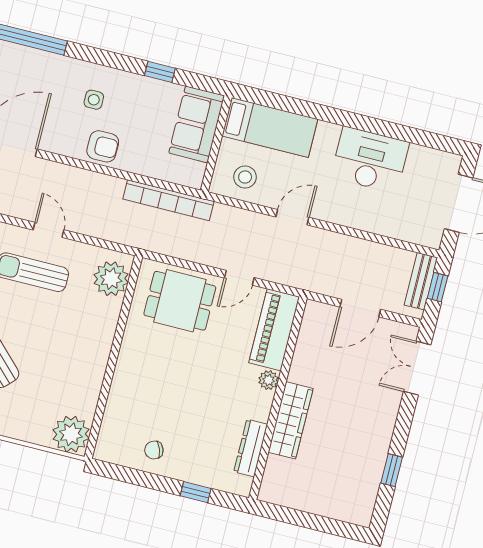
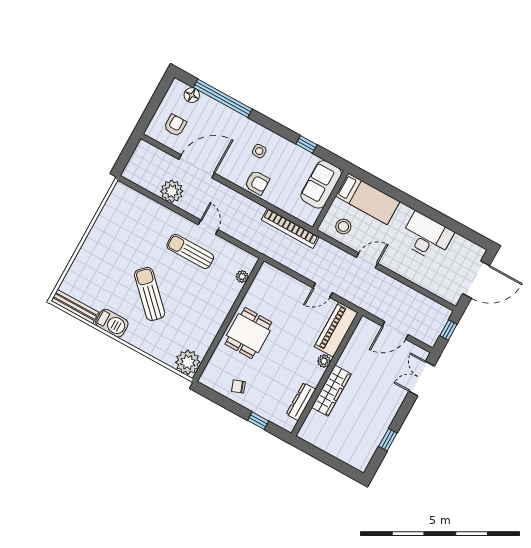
plant: (111, 279) -> (242, 277), width x0.53, depth x0.53
bench: (421, 281) -> (439, 323), removed
dining table: (180, 301) -> (248, 333), moved, turned 90

